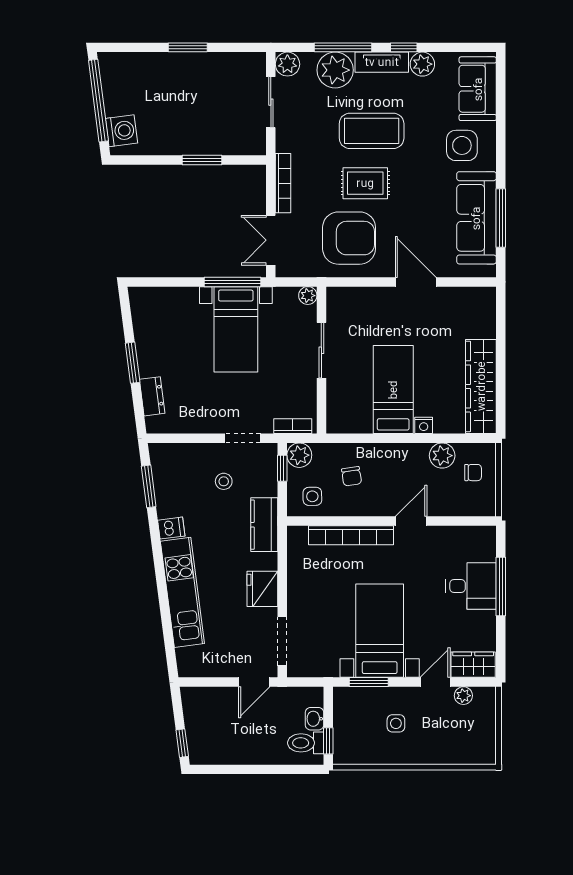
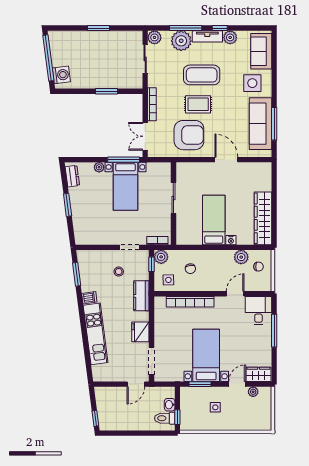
plant: (308, 296) -> (99, 167), moved
dresser: (152, 396) -> (72, 176), moved
door: (411, 521) -> (235, 294), moved
desk: (471, 586) -> (258, 310), moved, turned -90

